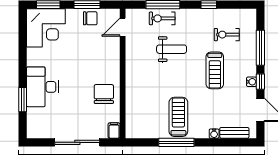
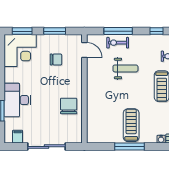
chair: (90, 18) -> (56, 60), moved
door: (123, 27) -> (84, 50), swing flipped
filing cabinet: (114, 131) -> (18, 137), moved

